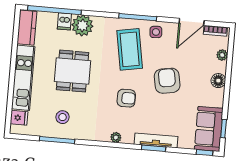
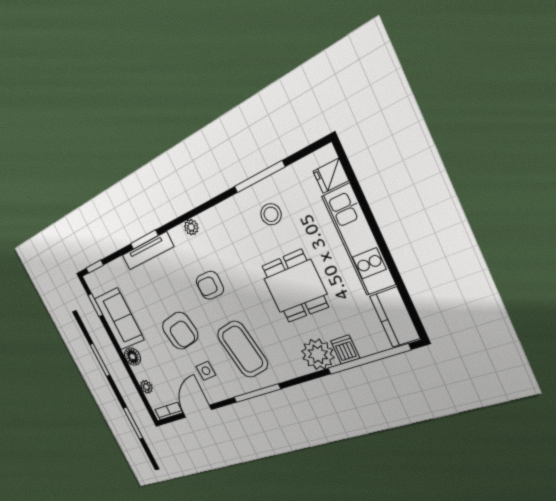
side table: (156, 32) -> (206, 371), moved
sofa: (209, 129) -> (119, 319), moved

